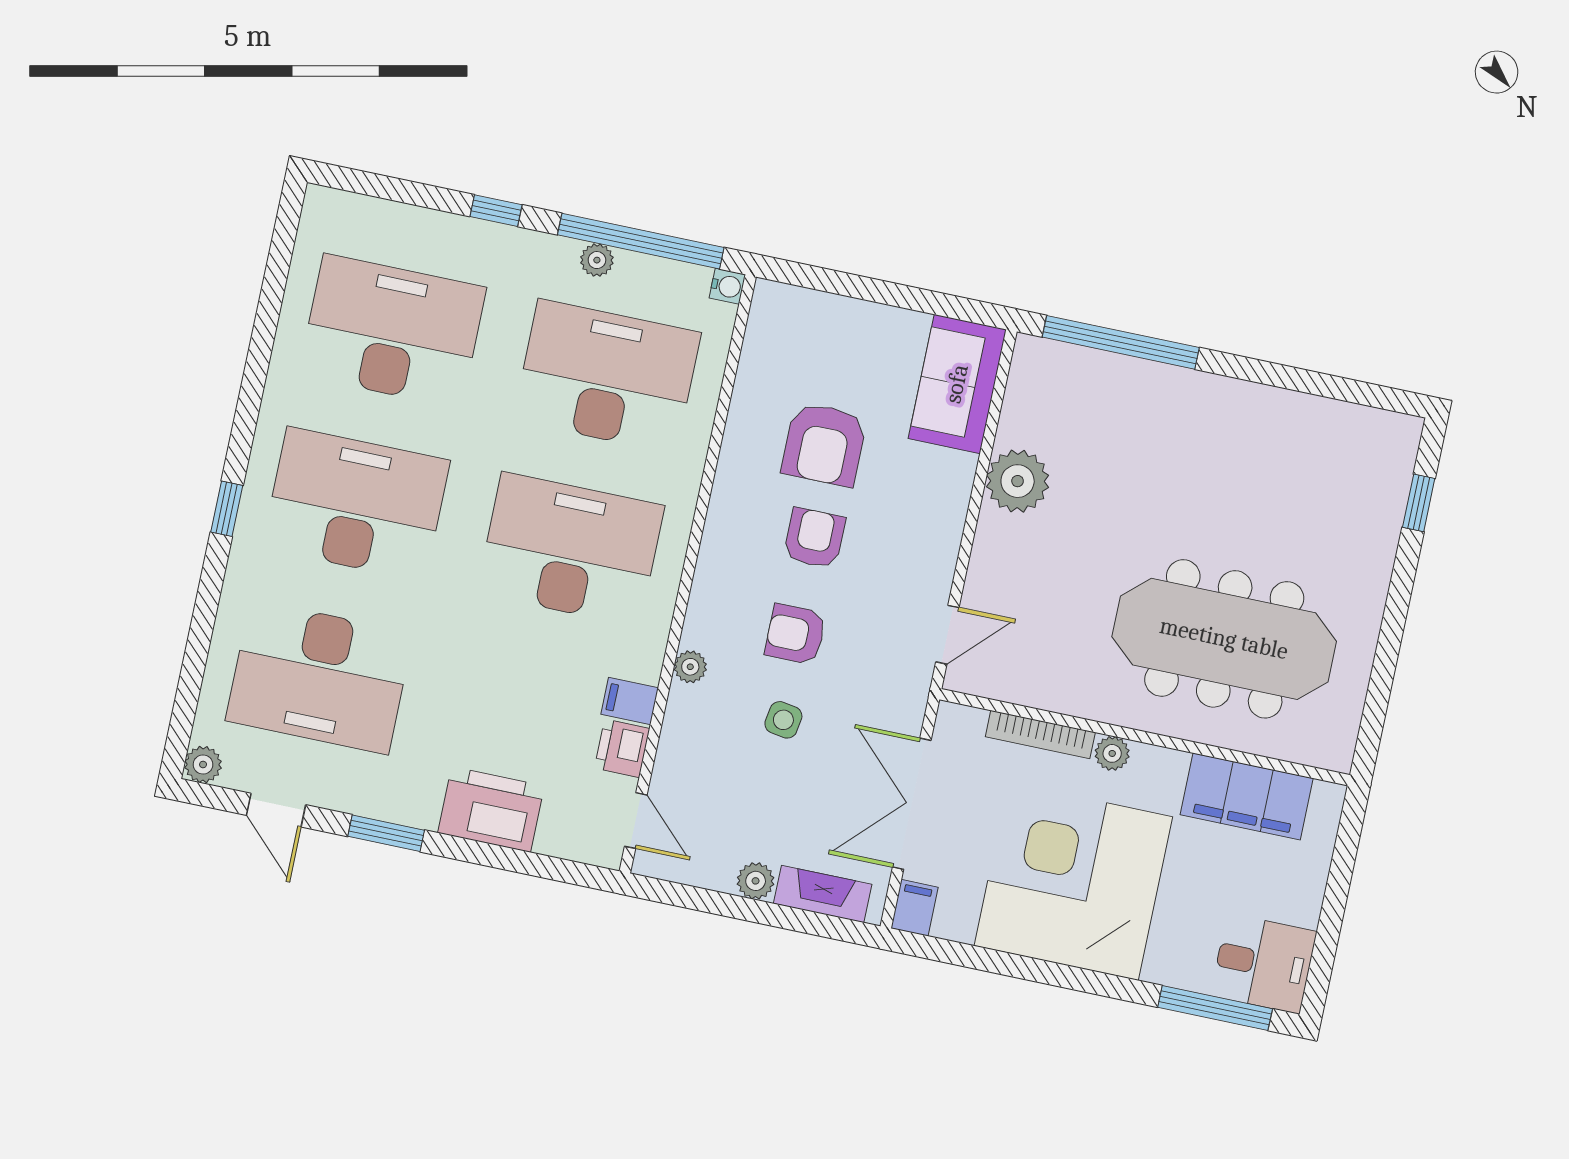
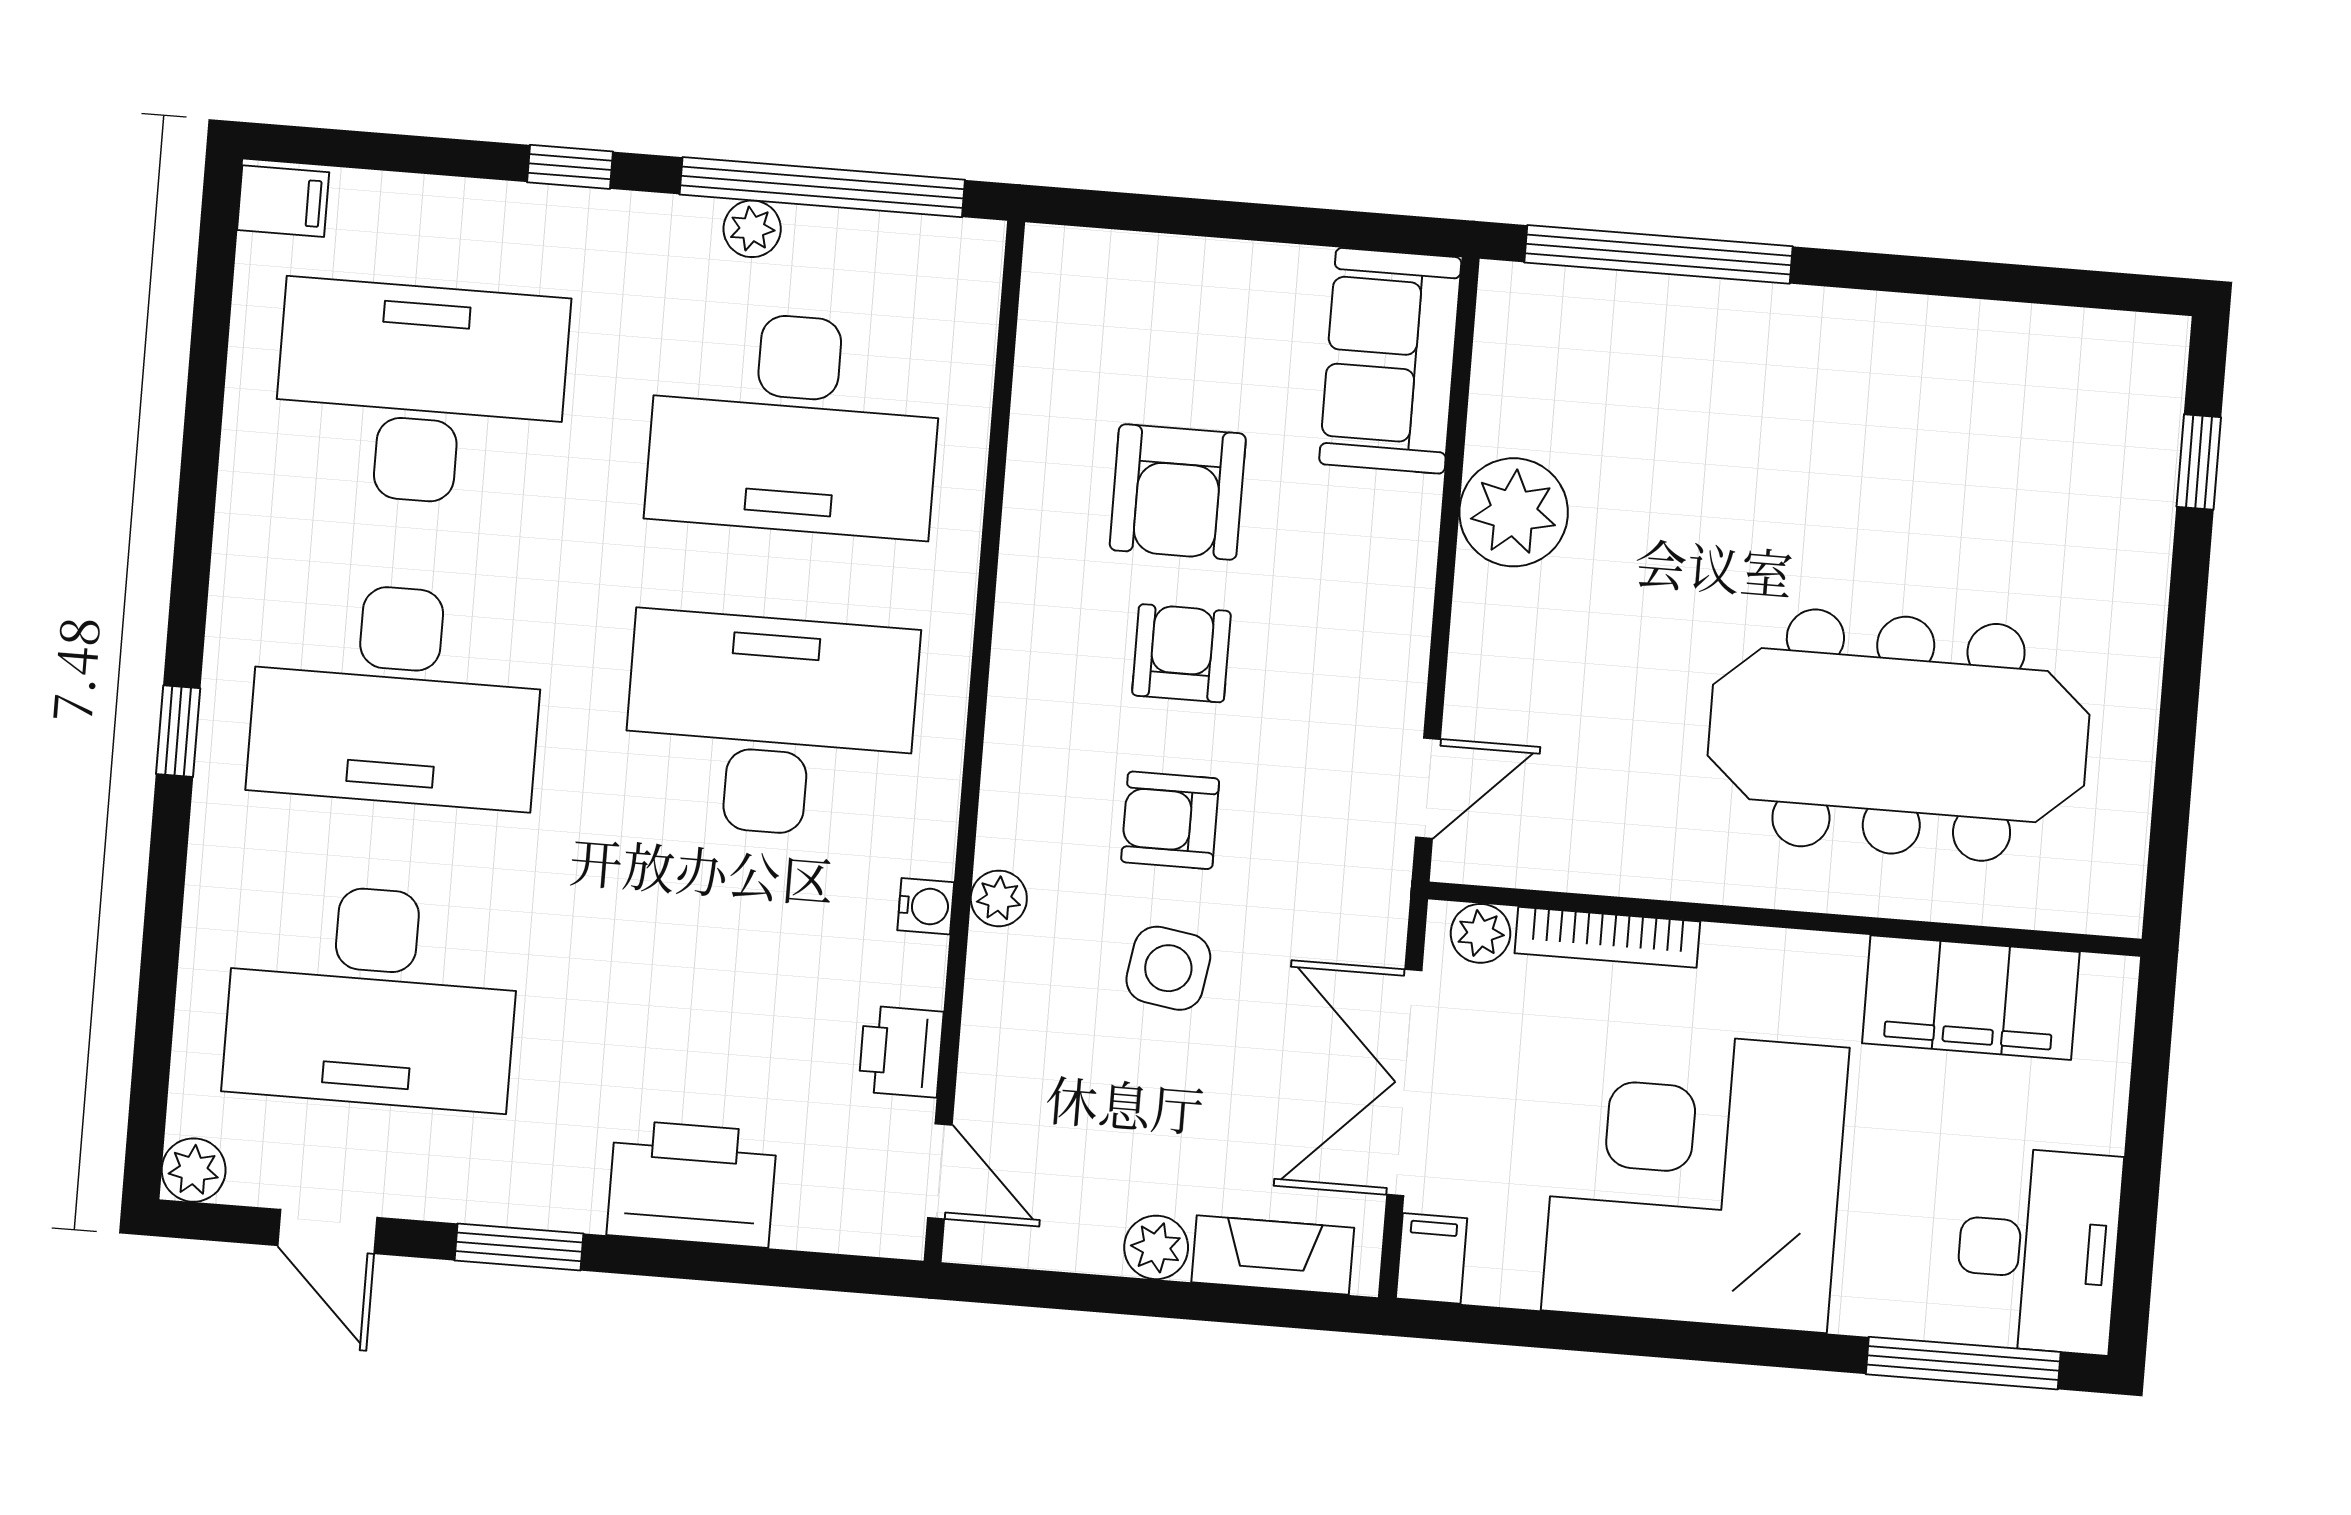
water cooler: (727, 286) -> (926, 906), moved
desk: (607, 376) -> (794, 424), turned 180
desk: (356, 504) -> (396, 695), turned 180
filing cabinet: (630, 701) -> (283, 201), moved, turned 180
side table: (783, 720) -> (1168, 968), width x1.37, depth x1.37
plant: (1112, 753) -> (1480, 933), moved
desk: (1264, 964) -> (2038, 1250), width x1.37

